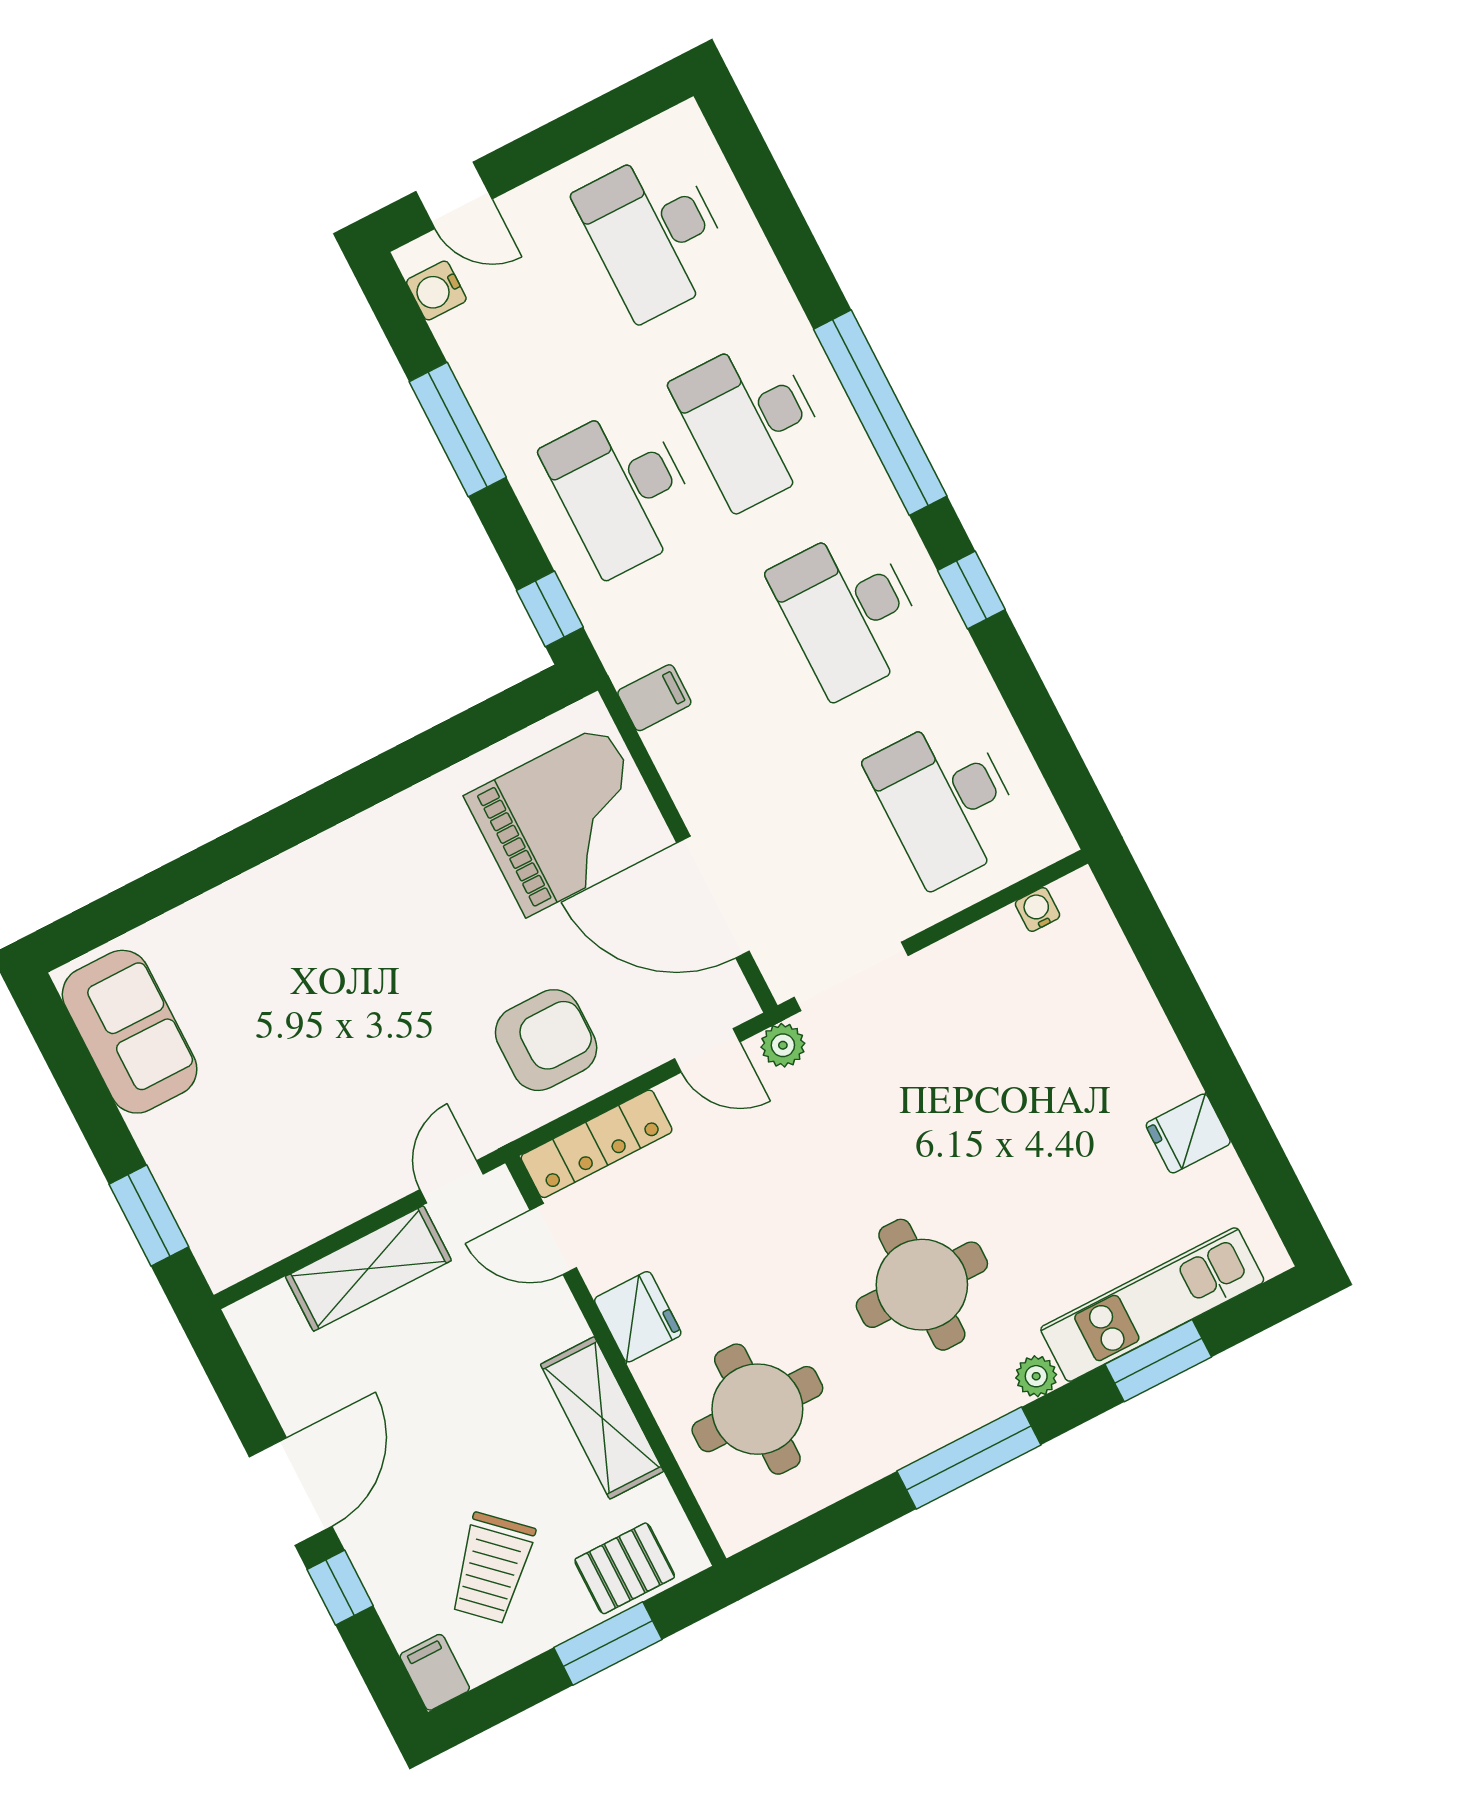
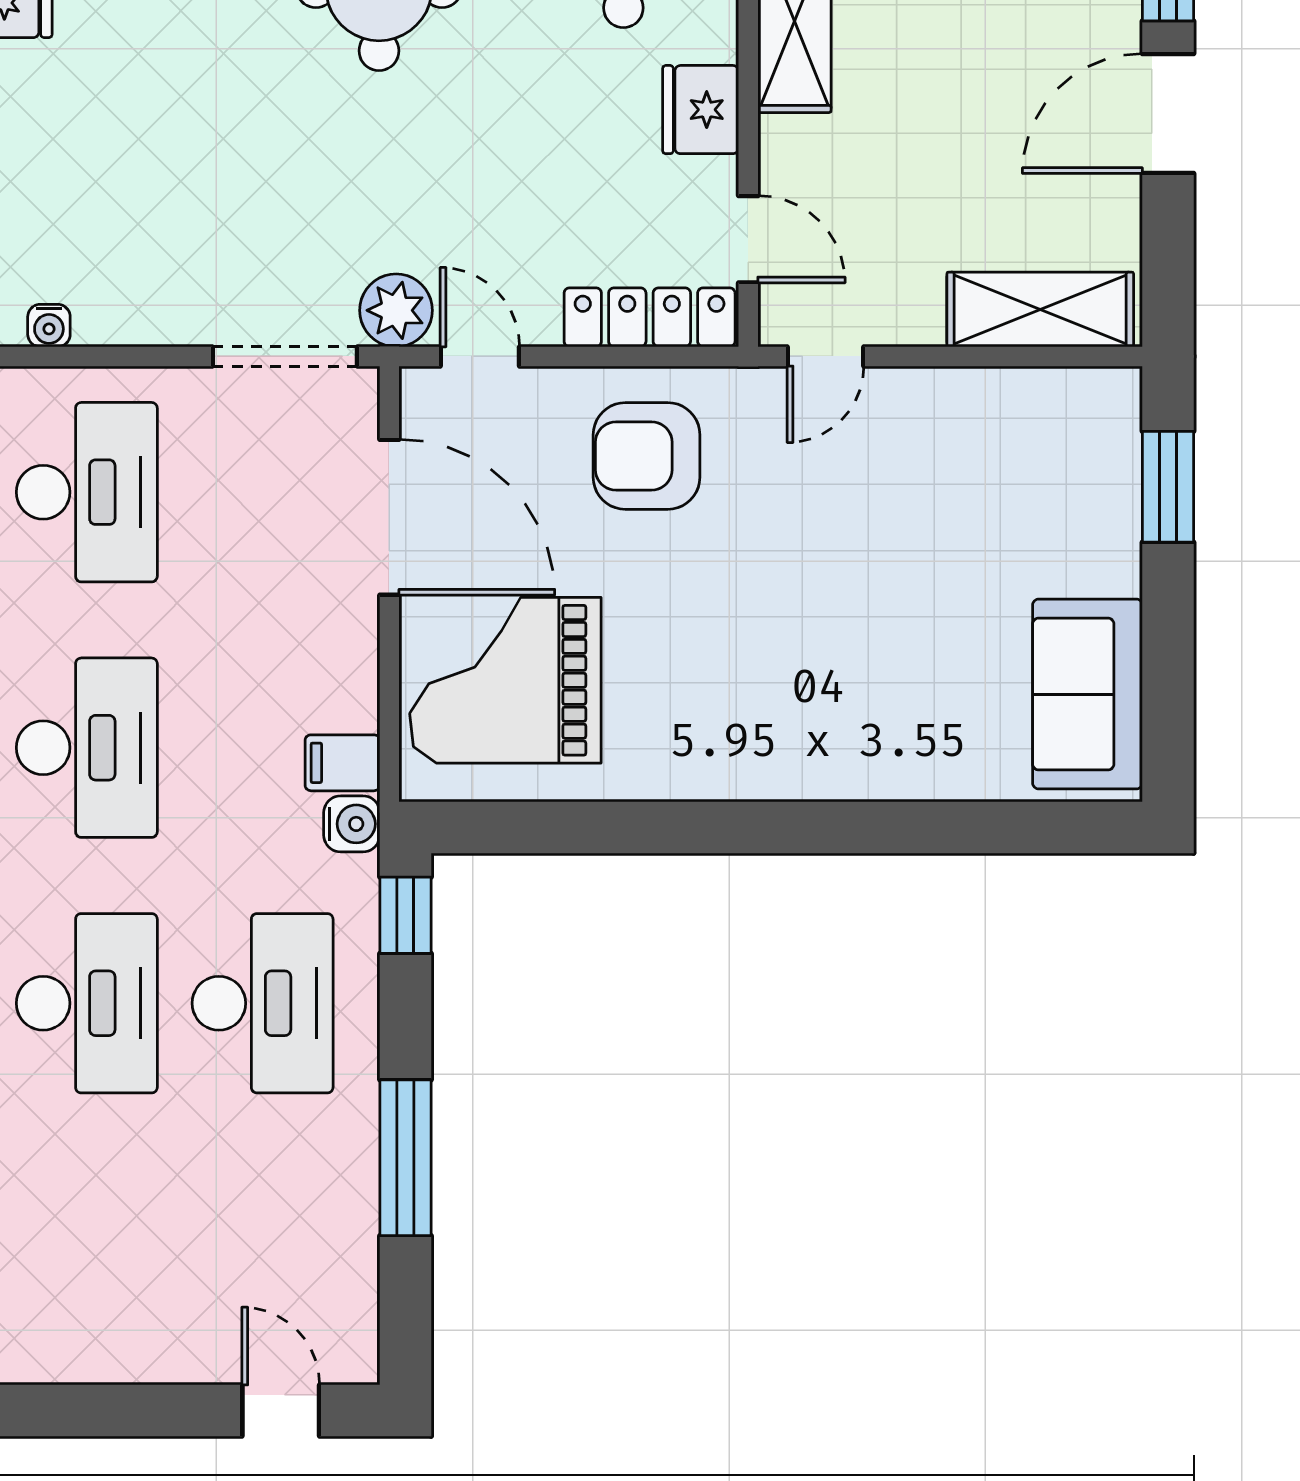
desk: (655, 234) -> (87, 1259), removed
water cooler: (436, 290) -> (352, 824), moved
plant: (783, 1045) -> (396, 310), width x1.38, depth x1.38
shelving: (368, 1268) -> (1040, 309), moved

